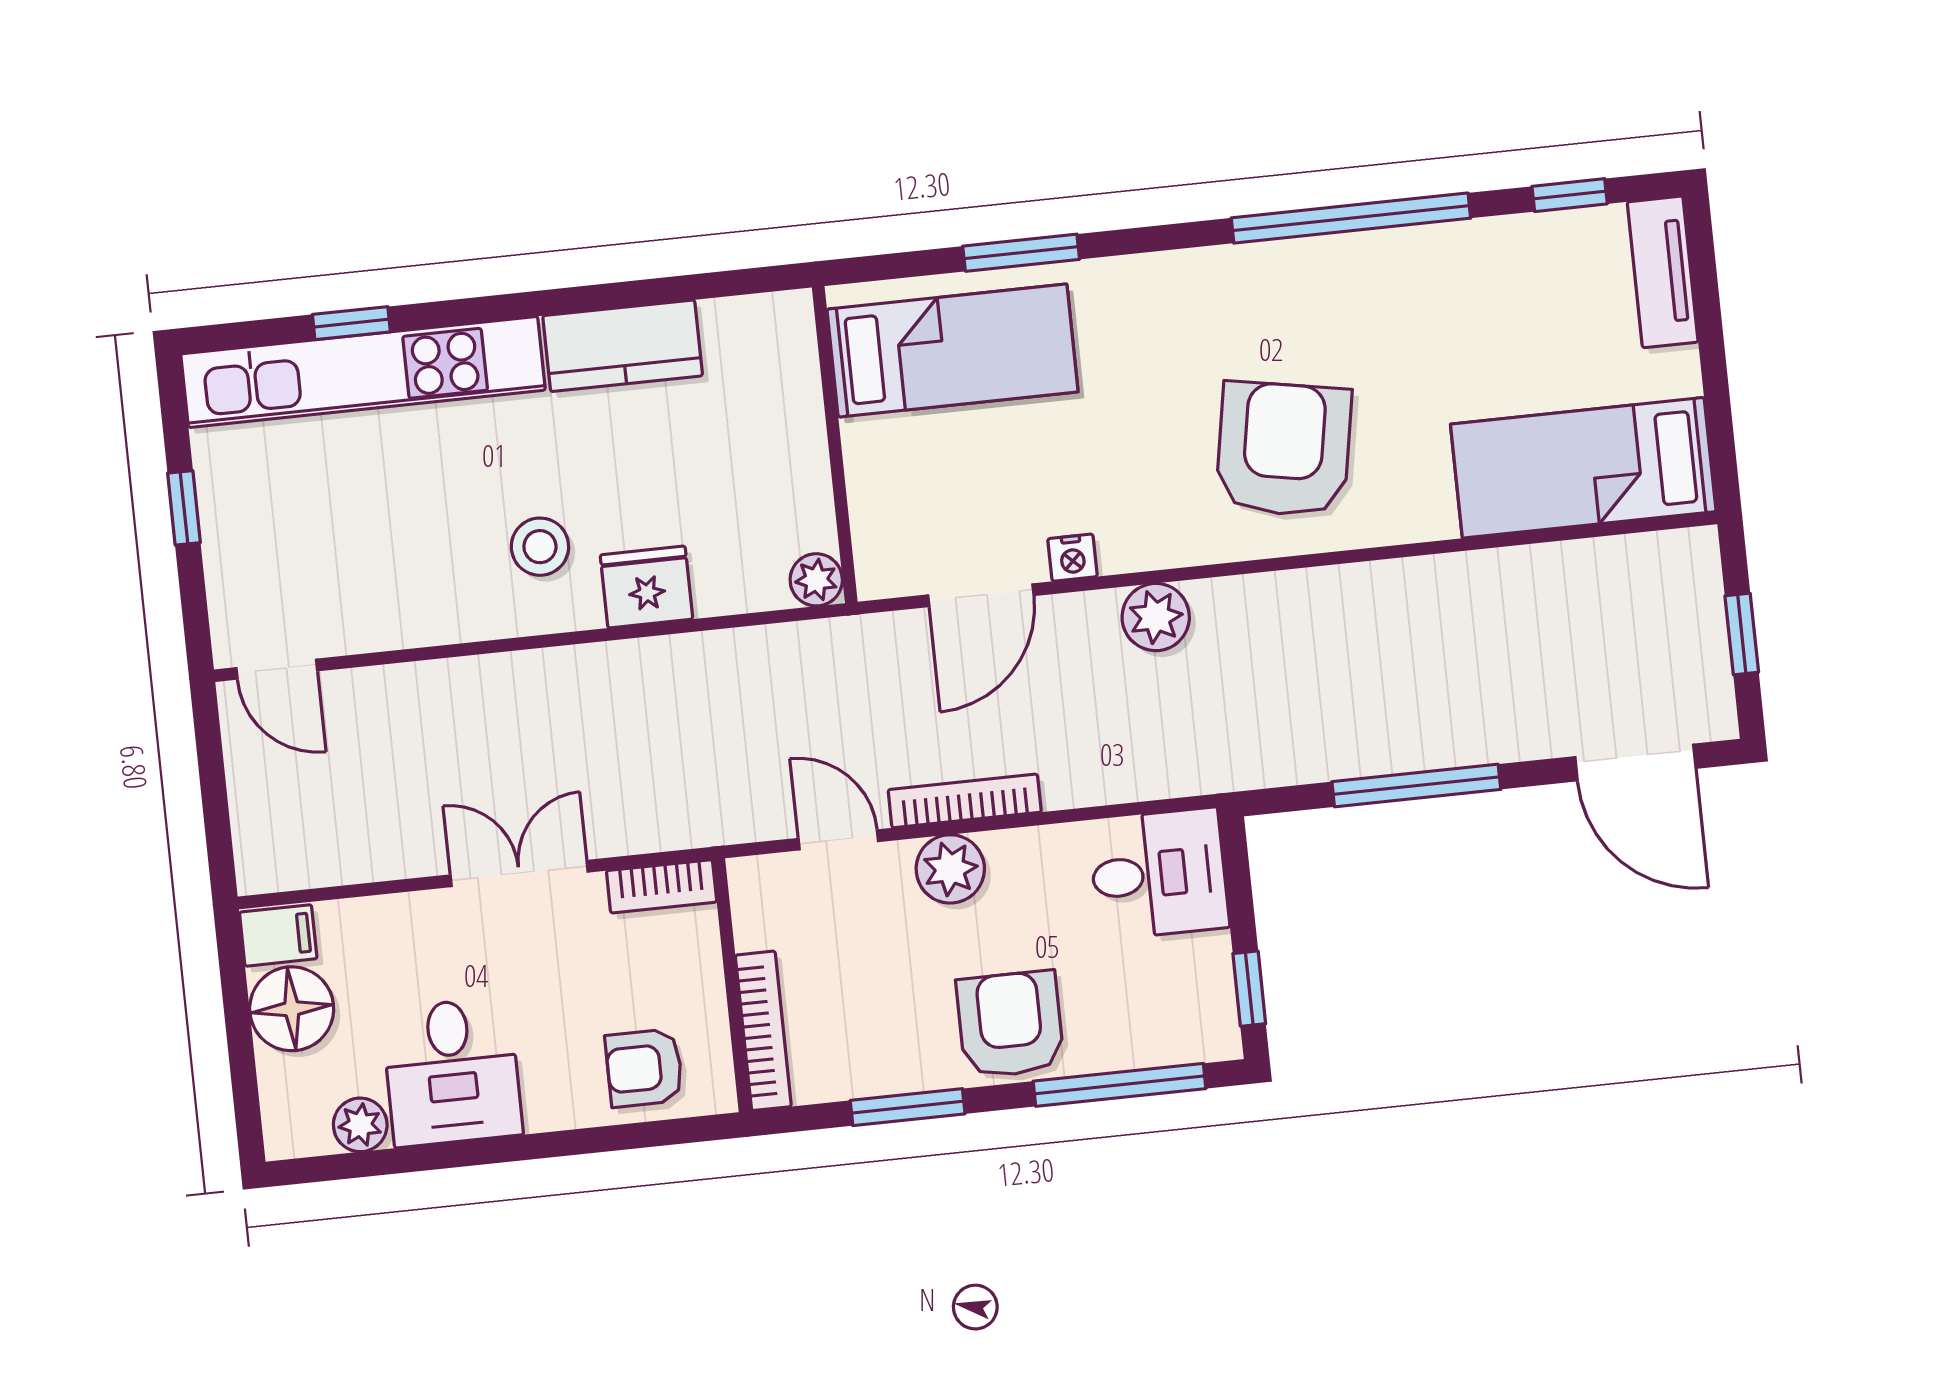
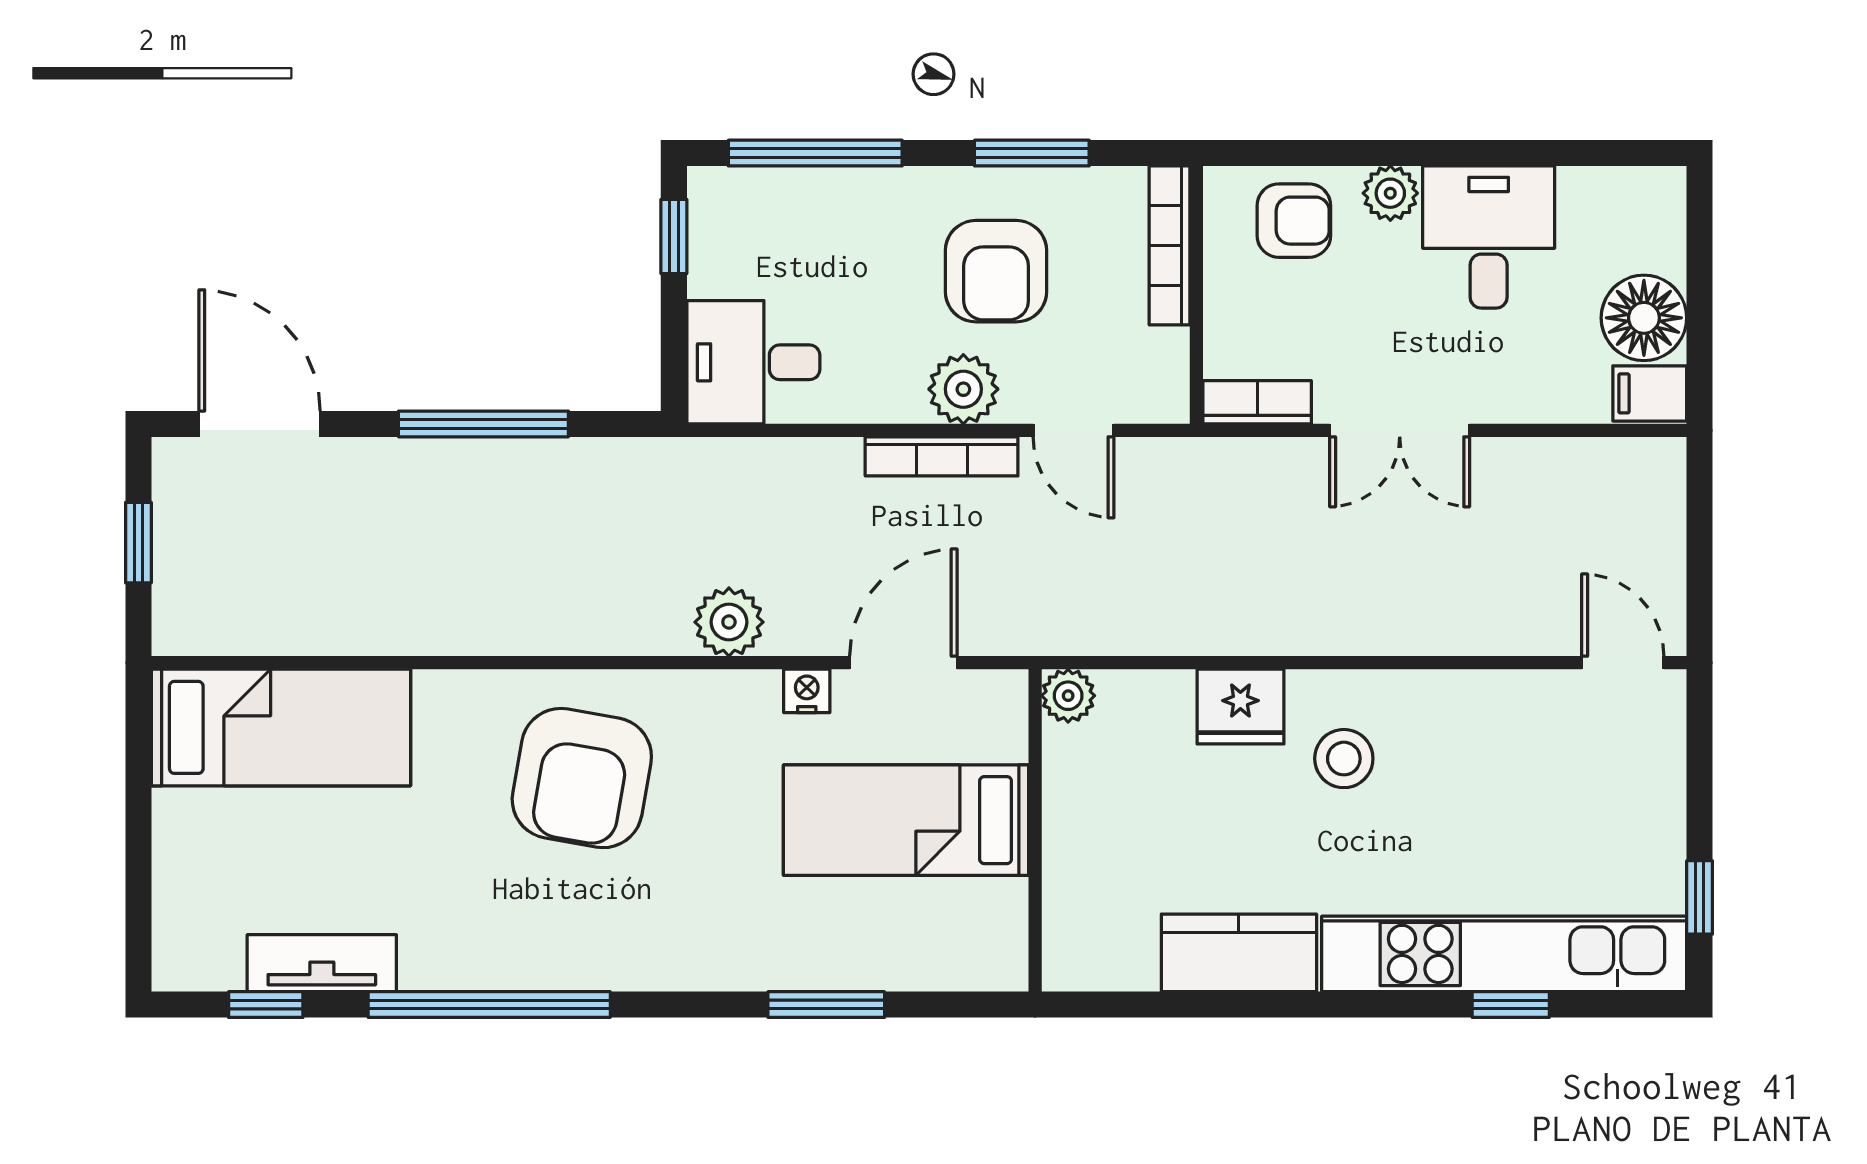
tv unit: (1663, 272) -> (322, 963), moved, turned -90
bed: (952, 351) -> (906, 820), moved
window: (184, 508) -> (1700, 897), moved
armchair: (1010, 1024) -> (996, 271), moved
plant: (360, 1125) -> (1390, 193), moved

